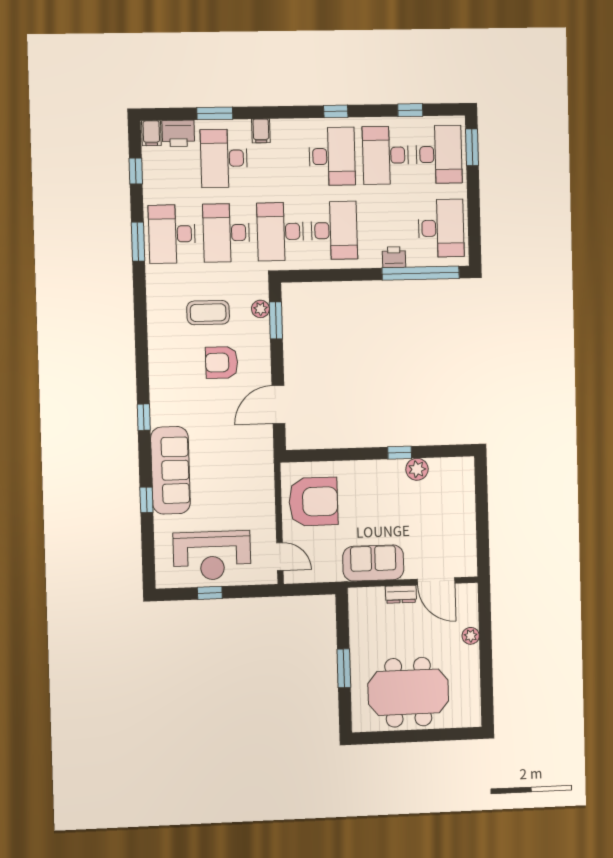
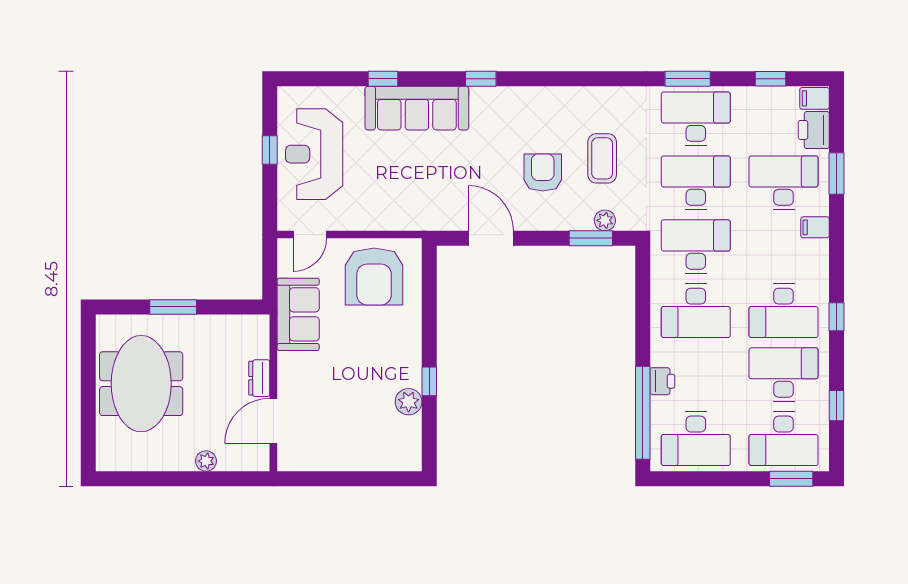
sofa: (373, 563) -> (298, 314), moved

